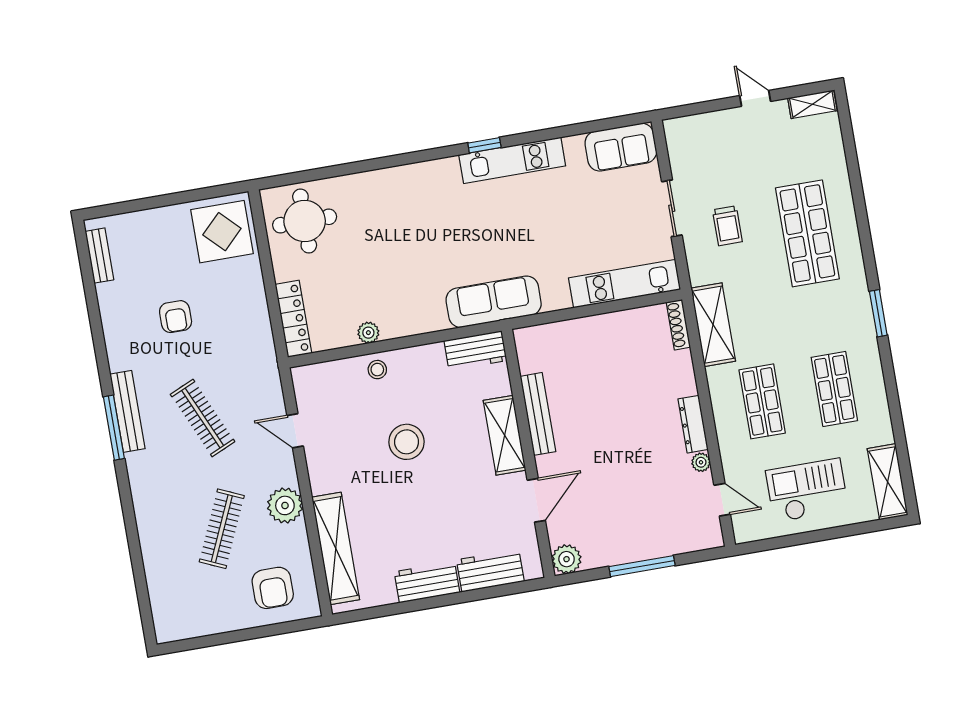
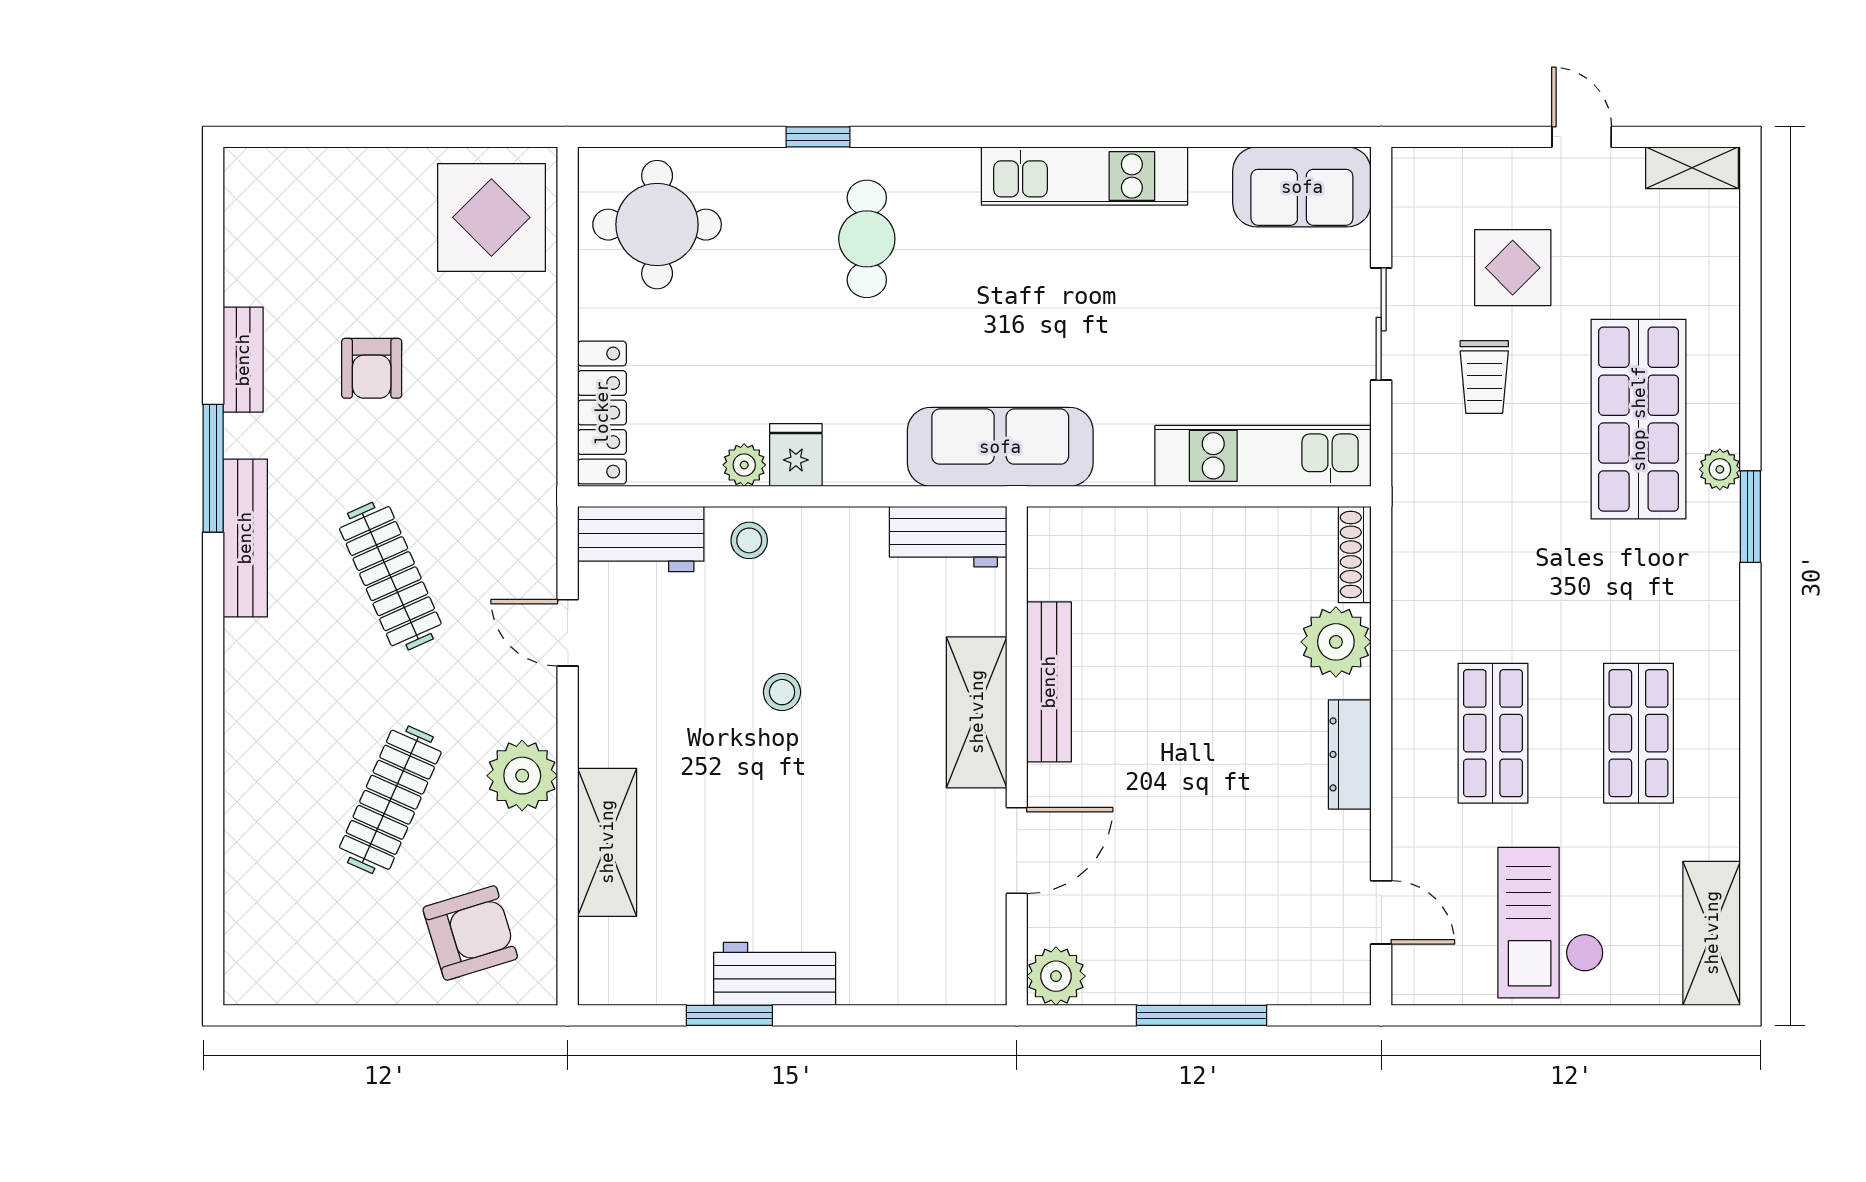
window: (484, 145) -> (818, 137), moved
display table: (732, 169) -> (1513, 268), added
cafe table: (410, 210) -> (867, 239), added
plant: (852, 251) -> (1720, 469), added
bench: (99, 256) -> (243, 360), moved
window: (878, 313) -> (1750, 517), moved
fridge: (393, 323) -> (796, 455), added
shelving: (713, 325) -> (1423, 566), removed
window: (114, 428) -> (213, 468), moved
stool: (407, 442) -> (782, 692), width x0.53, depth x0.53
plant: (701, 462) -> (1336, 642), moved, width x1.88, depth x1.88
checkout: (807, 490) -> (1551, 923), turned -90
shelving: (336, 548) -> (607, 842), width x0.68
workbench: (490, 571) -> (641, 539), moved, turned 180
armchair: (273, 588) -> (470, 933), turned -107
window: (408, 607) -> (729, 1015), added

